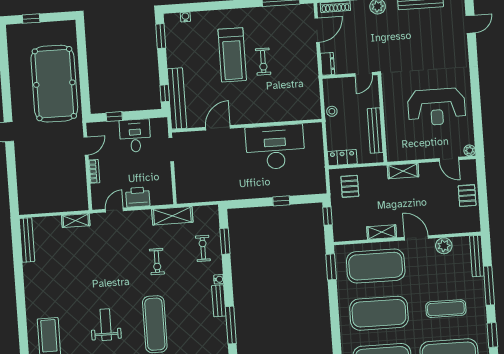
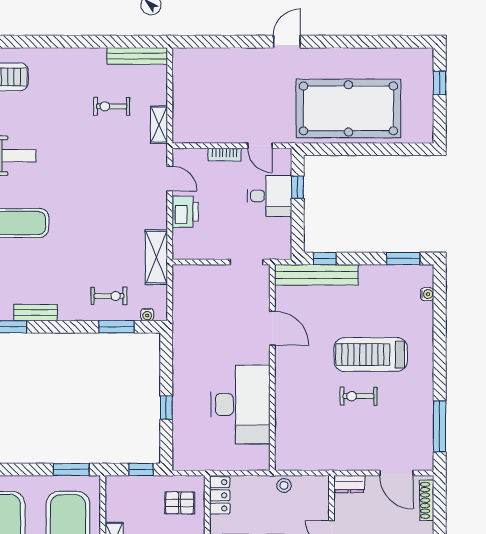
desk: (135, 136) -> (269, 196), moved
exercise bike: (157, 262) -> (112, 106), moved
water cooler: (219, 279) -> (147, 315), moved

